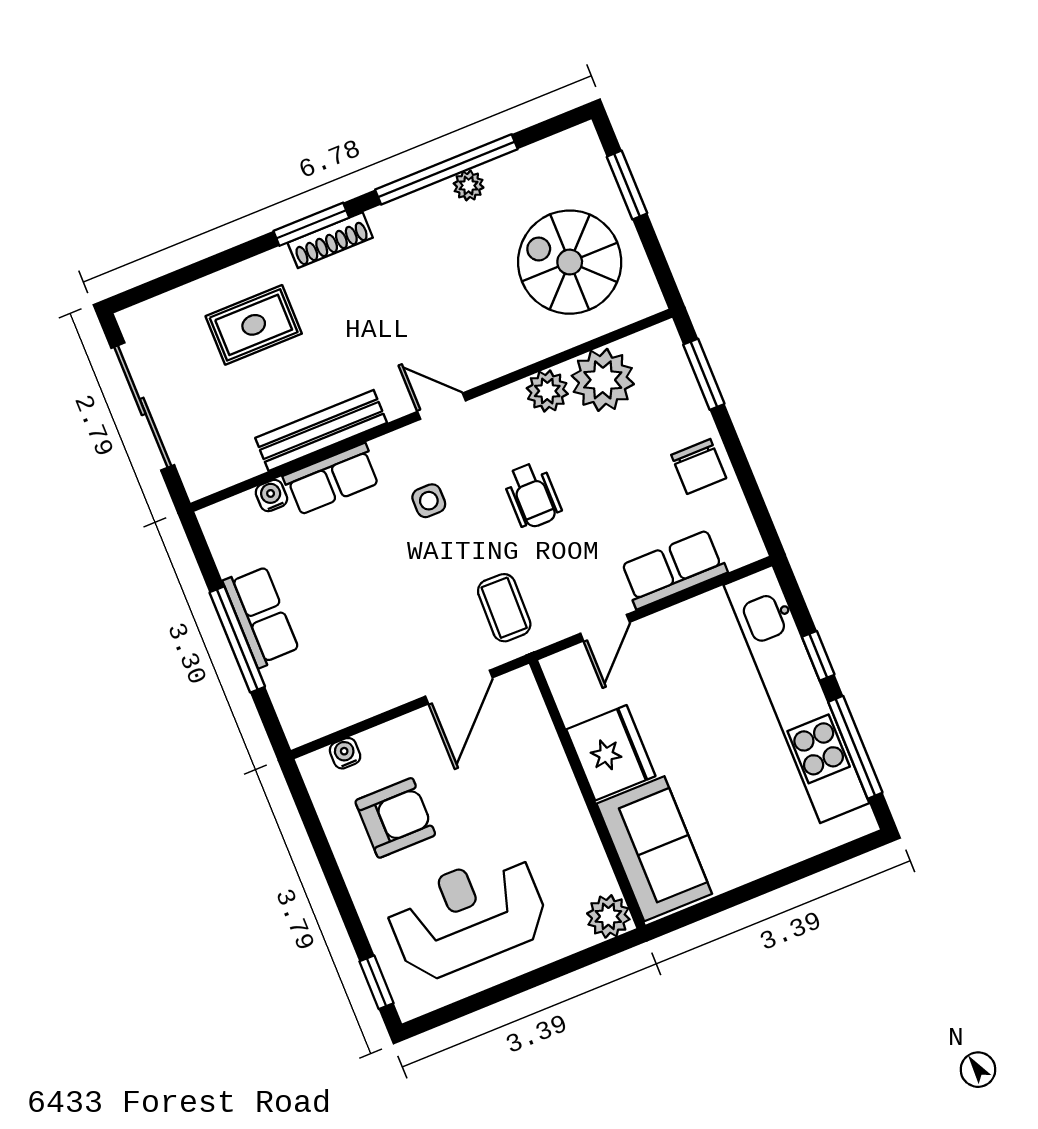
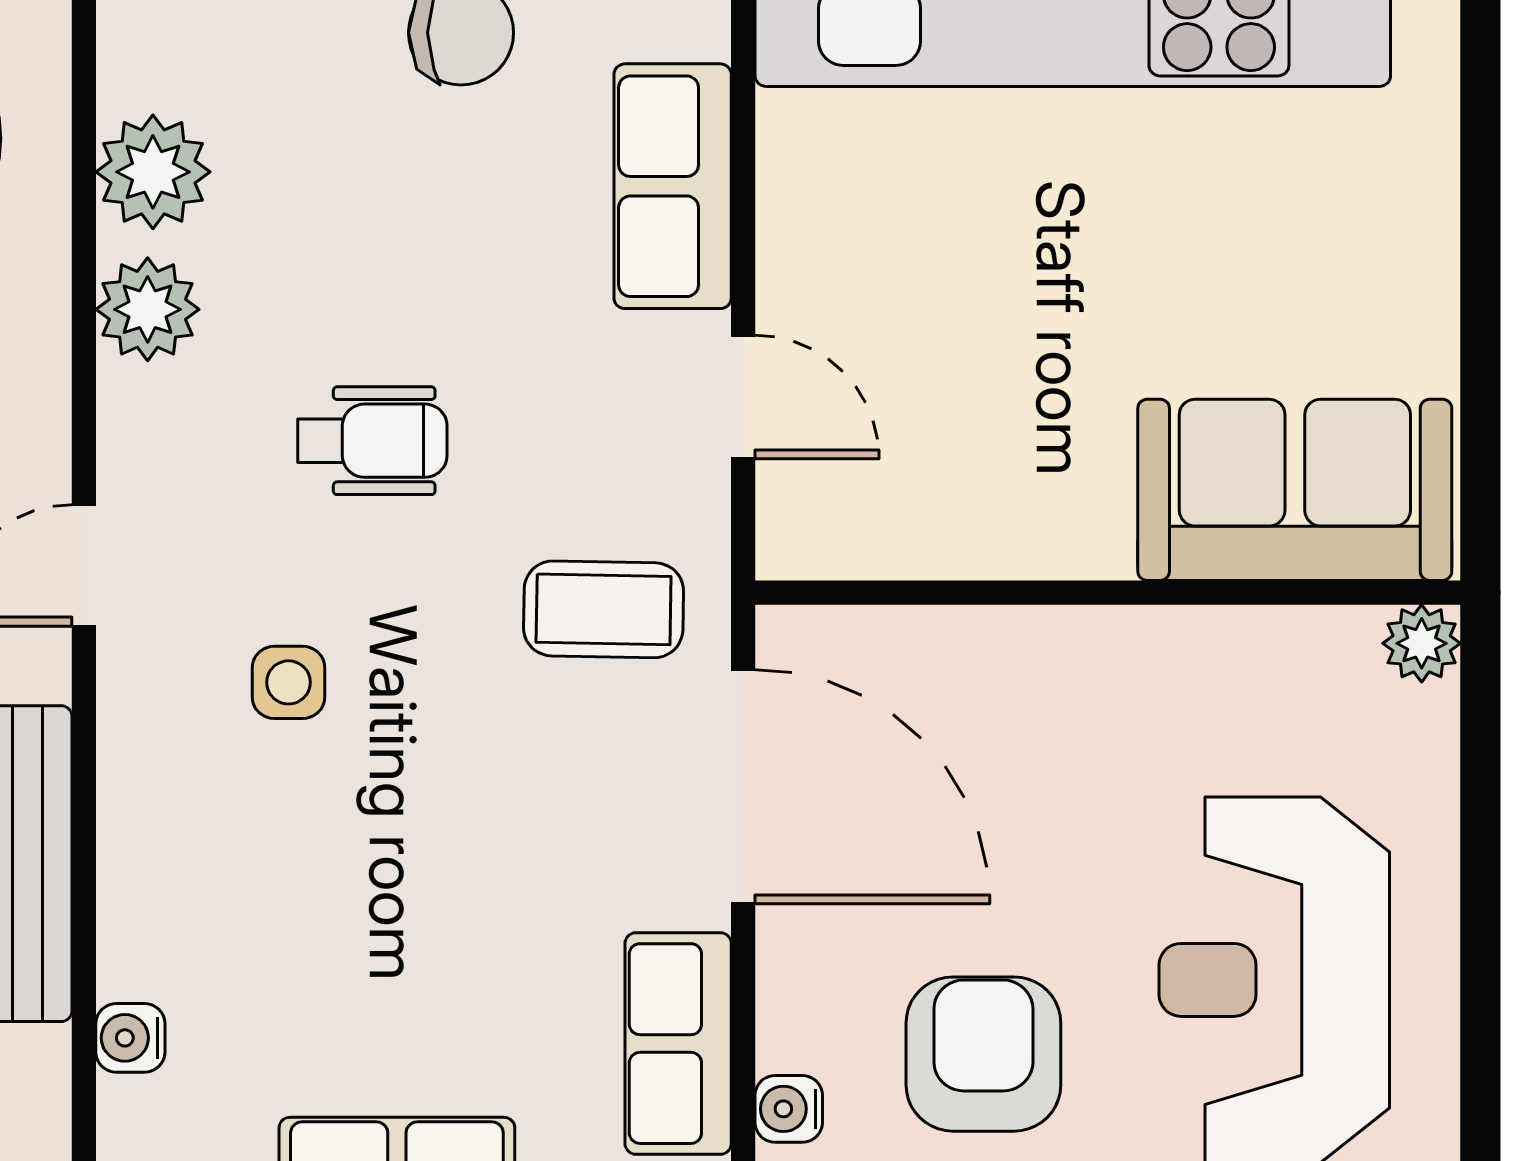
plant: (603, 380) -> (153, 172), width x0.73, depth x0.73
row of seats: (332, 479) -> (678, 1044), moved, turned 180
door: (459, 687) -> (743, 787), width x1.36
fridge: (611, 753) -> (1035, 500), removed
plant: (608, 916) -> (1422, 643), width x0.73, depth x0.73

